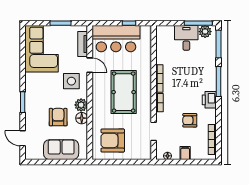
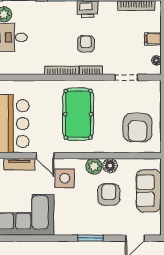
door: (90, 65) -> (45, 156), swing flipped
pool table: (124, 92) -> (78, 114), turned 90
armchair: (58, 117) -> (109, 194), turned 90
armchair: (190, 120) -> (86, 44), moved, turned 180

